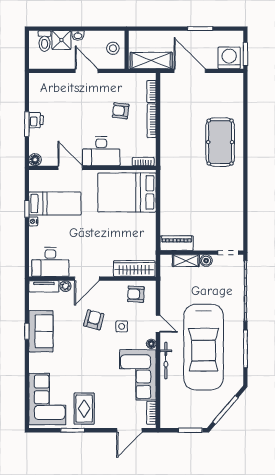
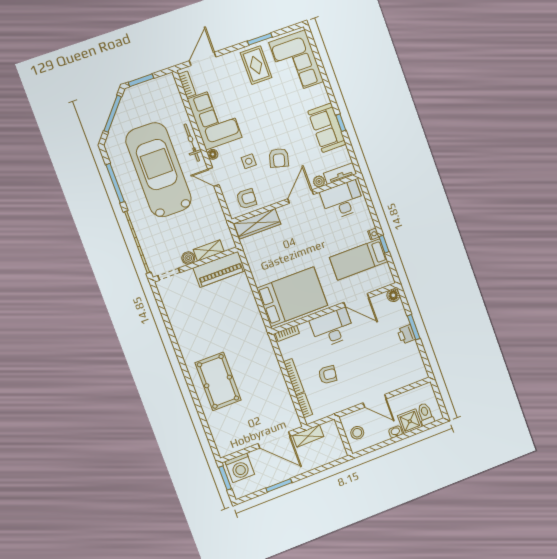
shelving: (151, 61) -> (308, 436), width x0.67, depth x0.75
piano: (177, 243) -> (219, 269), width x1.37, depth x1.33

